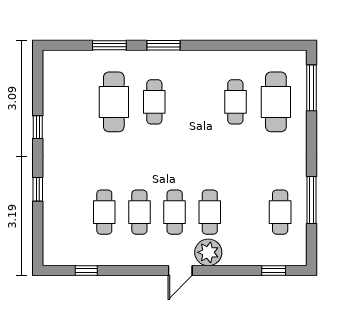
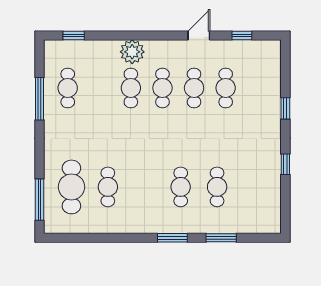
cafe table: (114, 102) -> (217, 187), width x0.73, depth x0.74
door: (180, 270) -> (199, 35), moved

